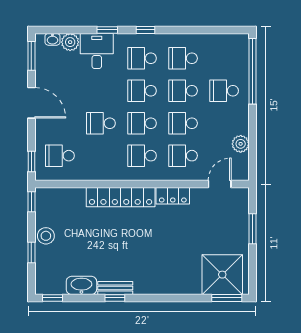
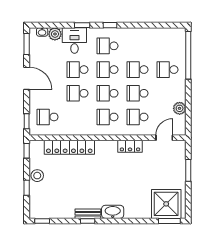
school desk: (183, 58) -> (78, 70), moved
locker: (121, 197) -> (69, 147), moved
washbasin: (81, 285) -> (113, 212), moved

